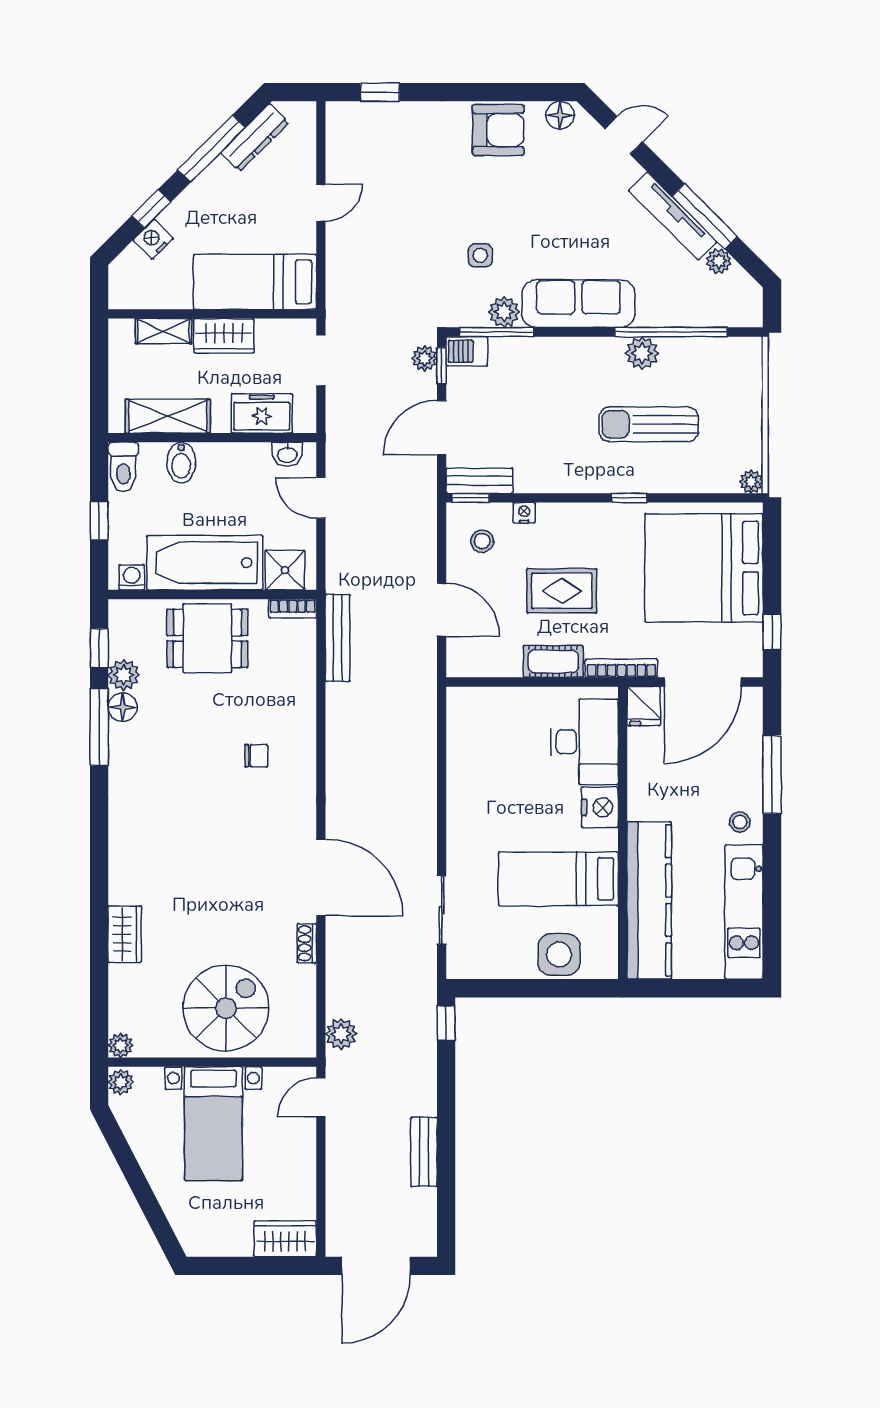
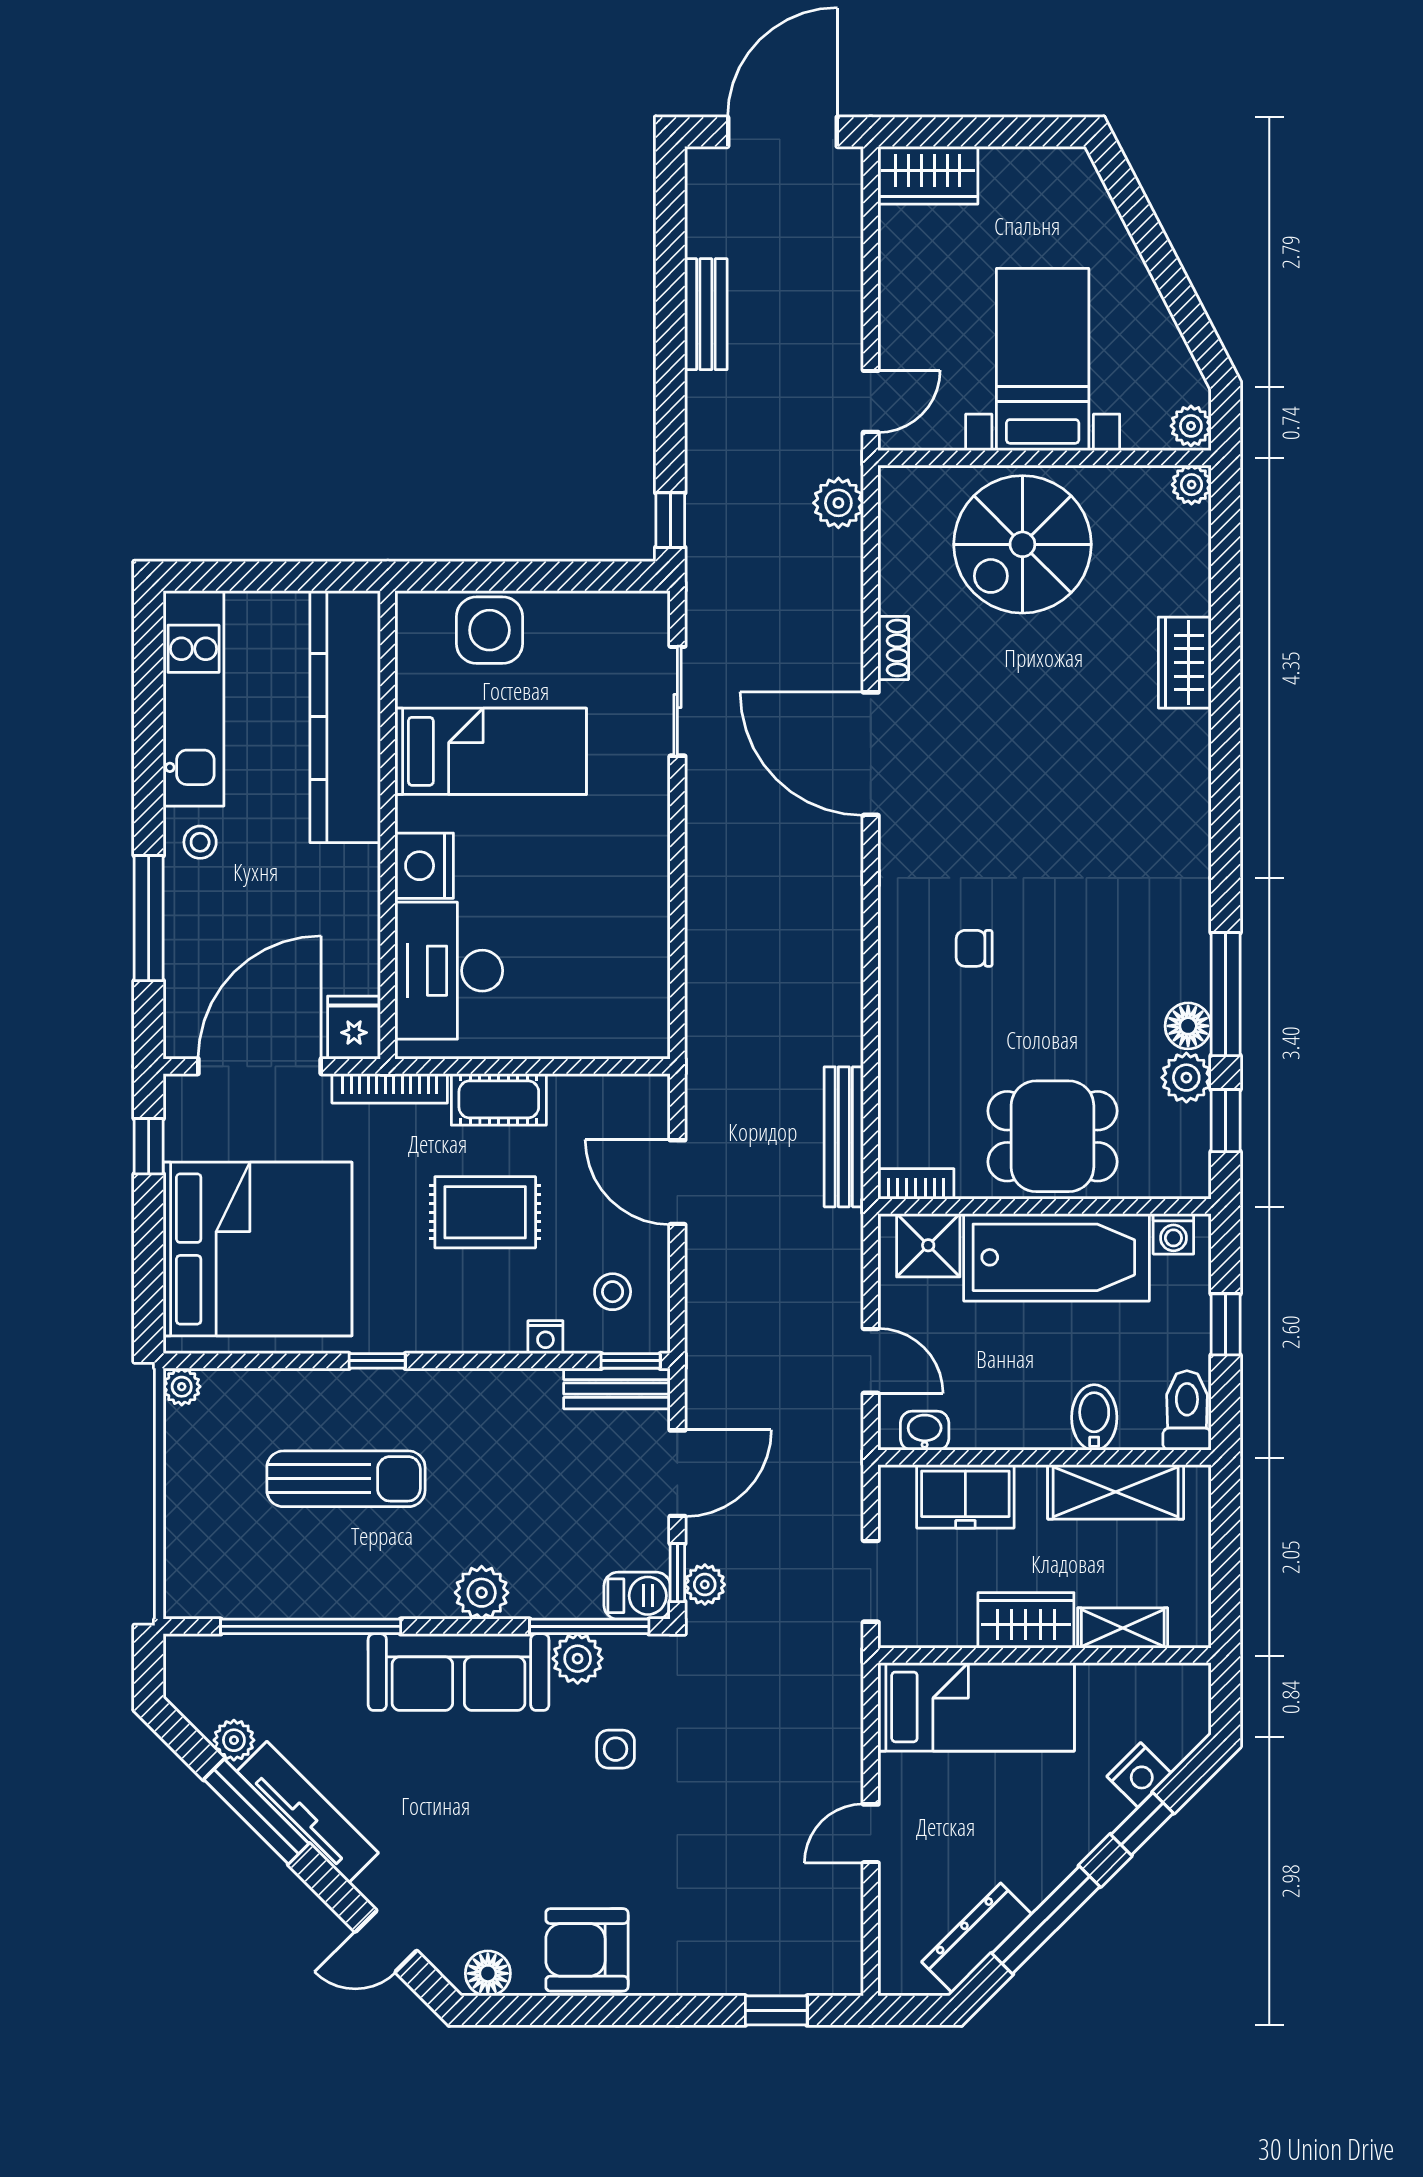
plant: (642, 353) -> (482, 1593), moved

